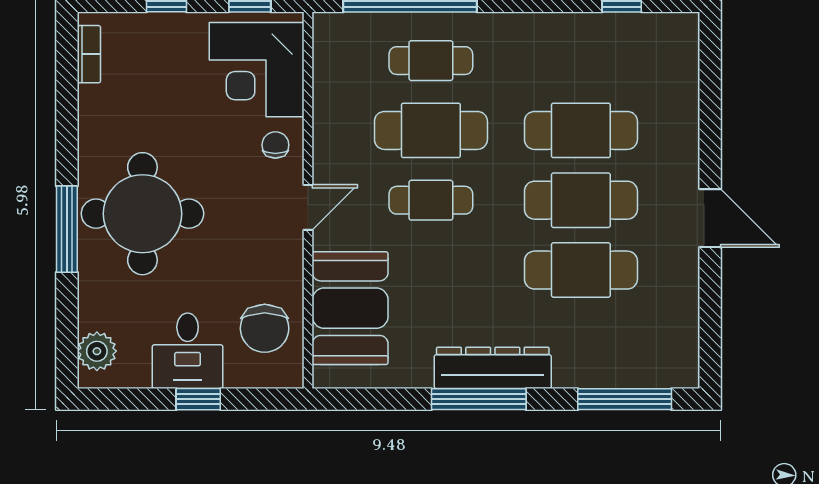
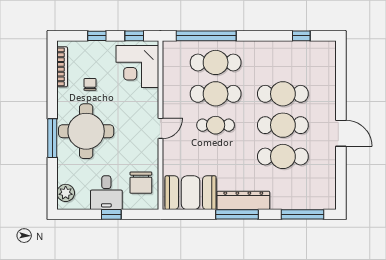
bookcase: (89, 54) -> (62, 67), width x1.56
cafe table: (431, 61) -> (216, 62), width x1.37, depth x1.35
chair: (275, 145) -> (90, 84), moved
booth: (350, 308) -> (191, 193), moved, turned 90

